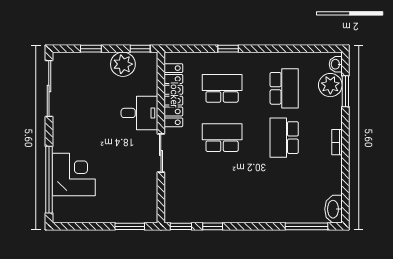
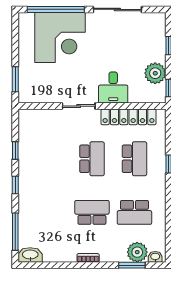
sliding door: (49, 88) -> (117, 9), moved
corner desk: (74, 174) -> (60, 37), width x1.36, depth x1.36
window: (181, 226) -> (15, 185), moved

